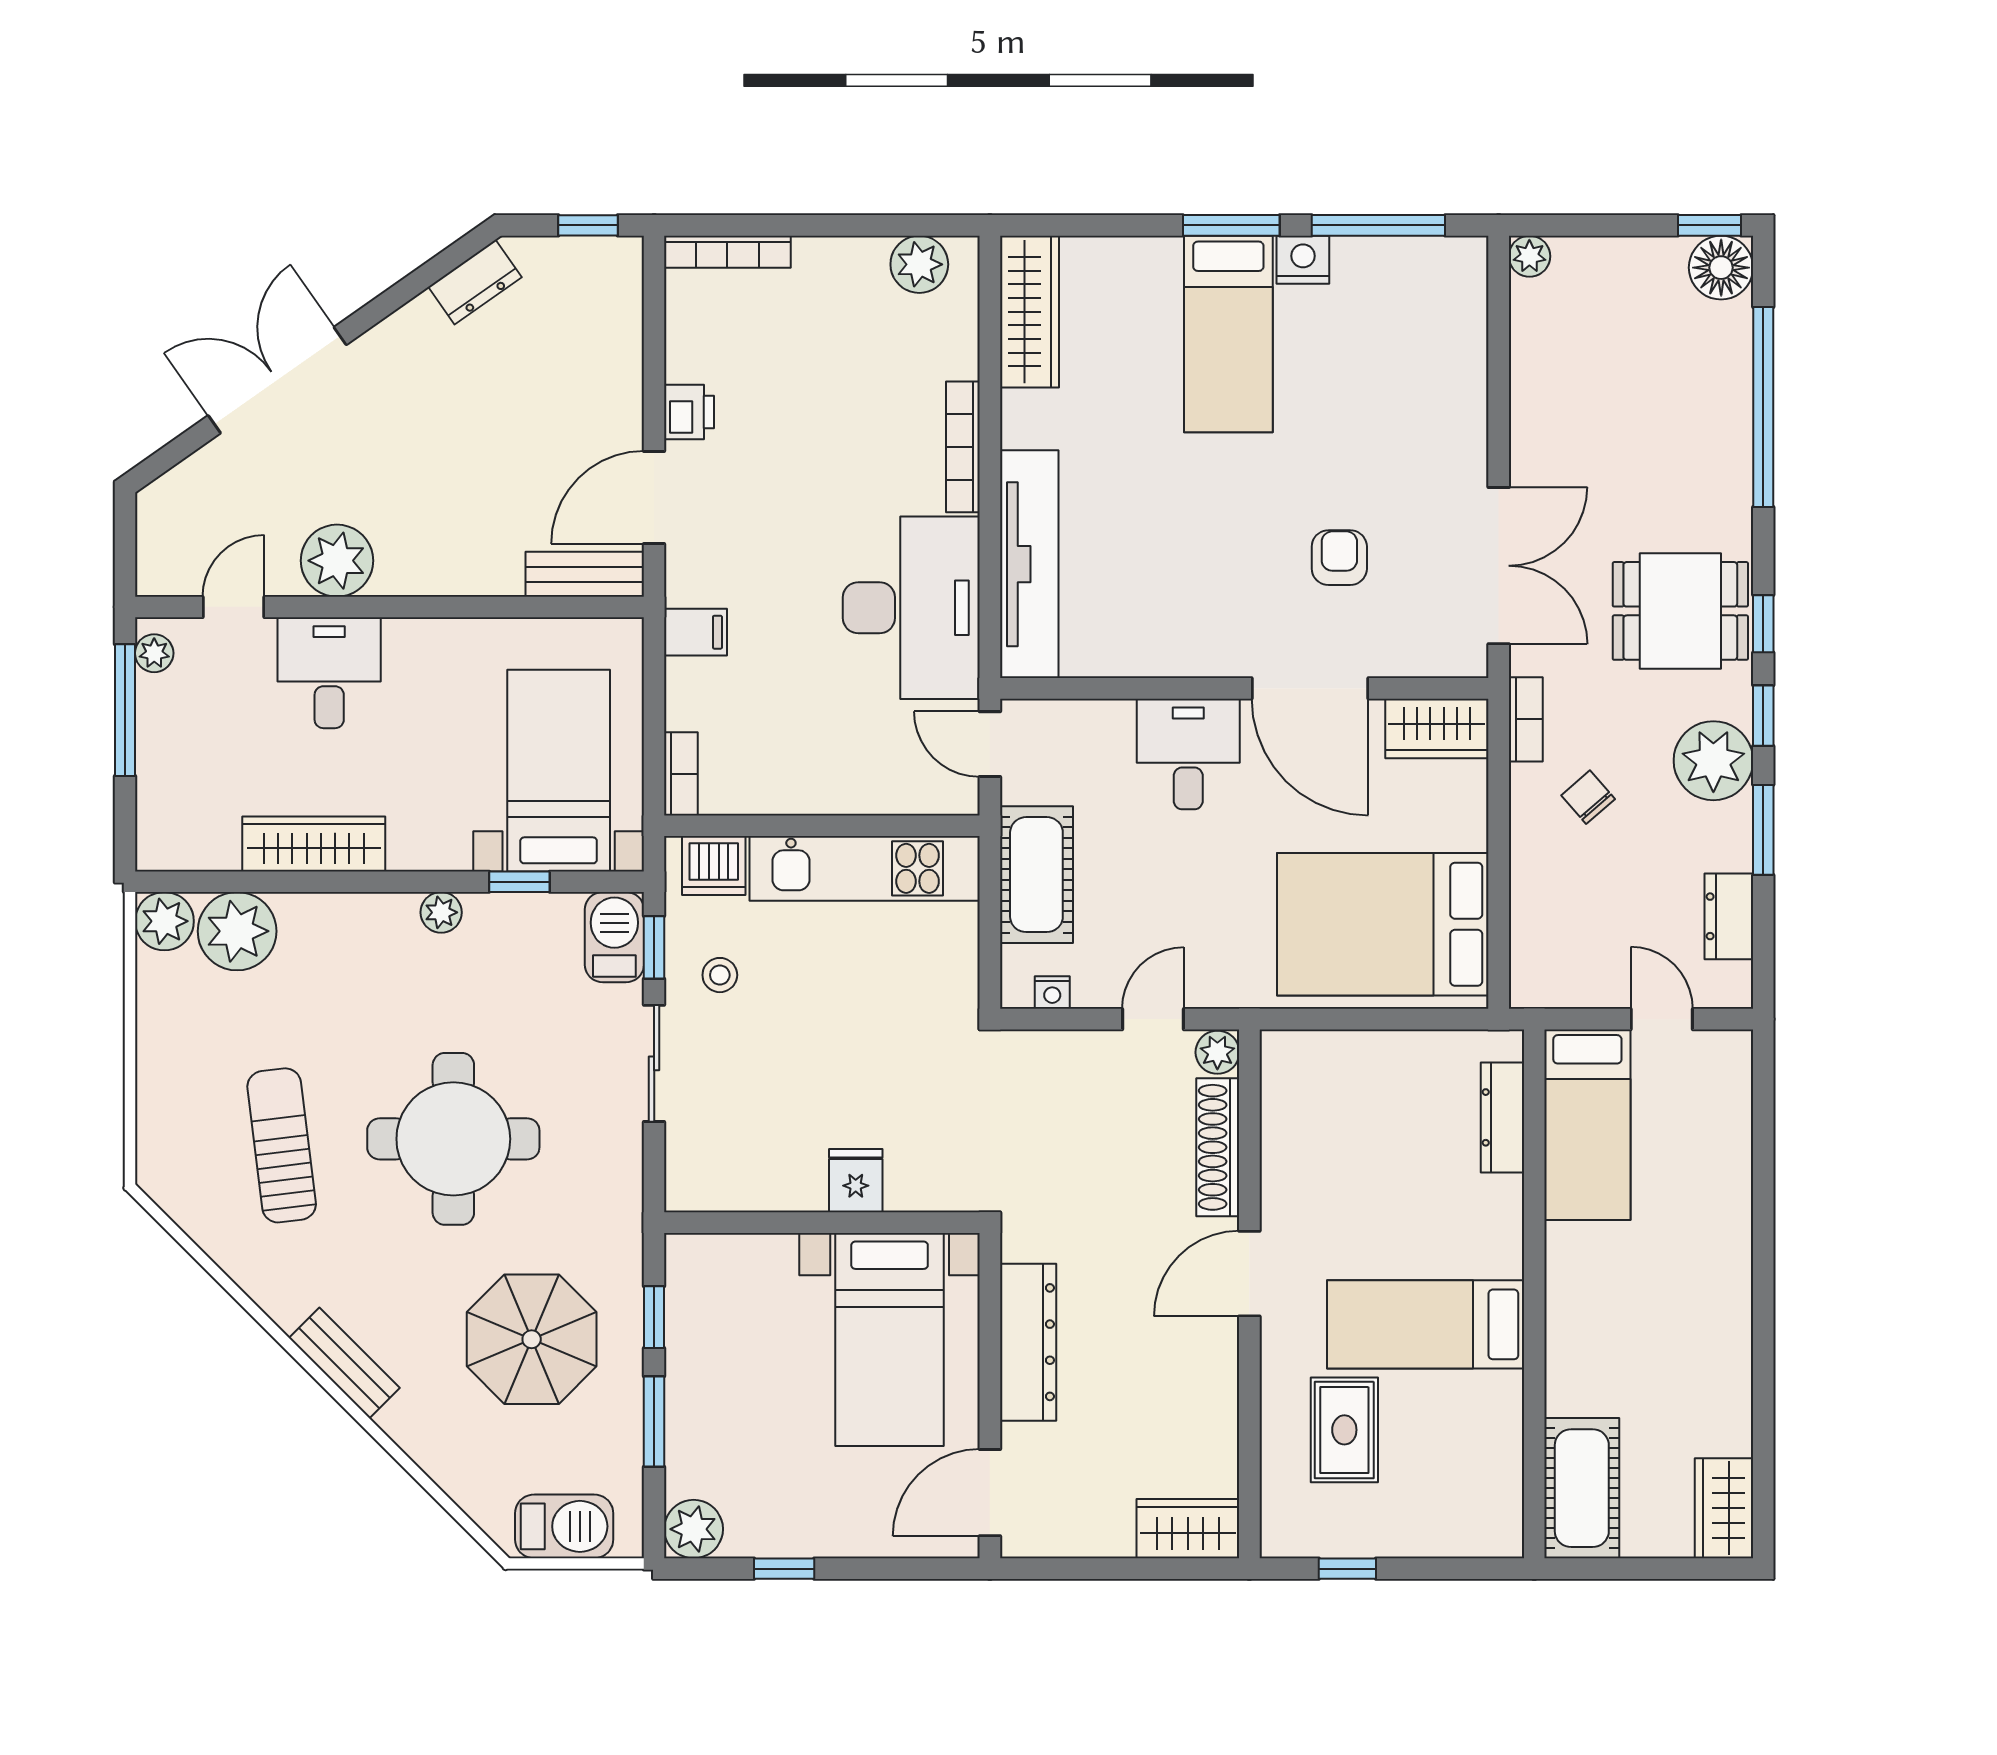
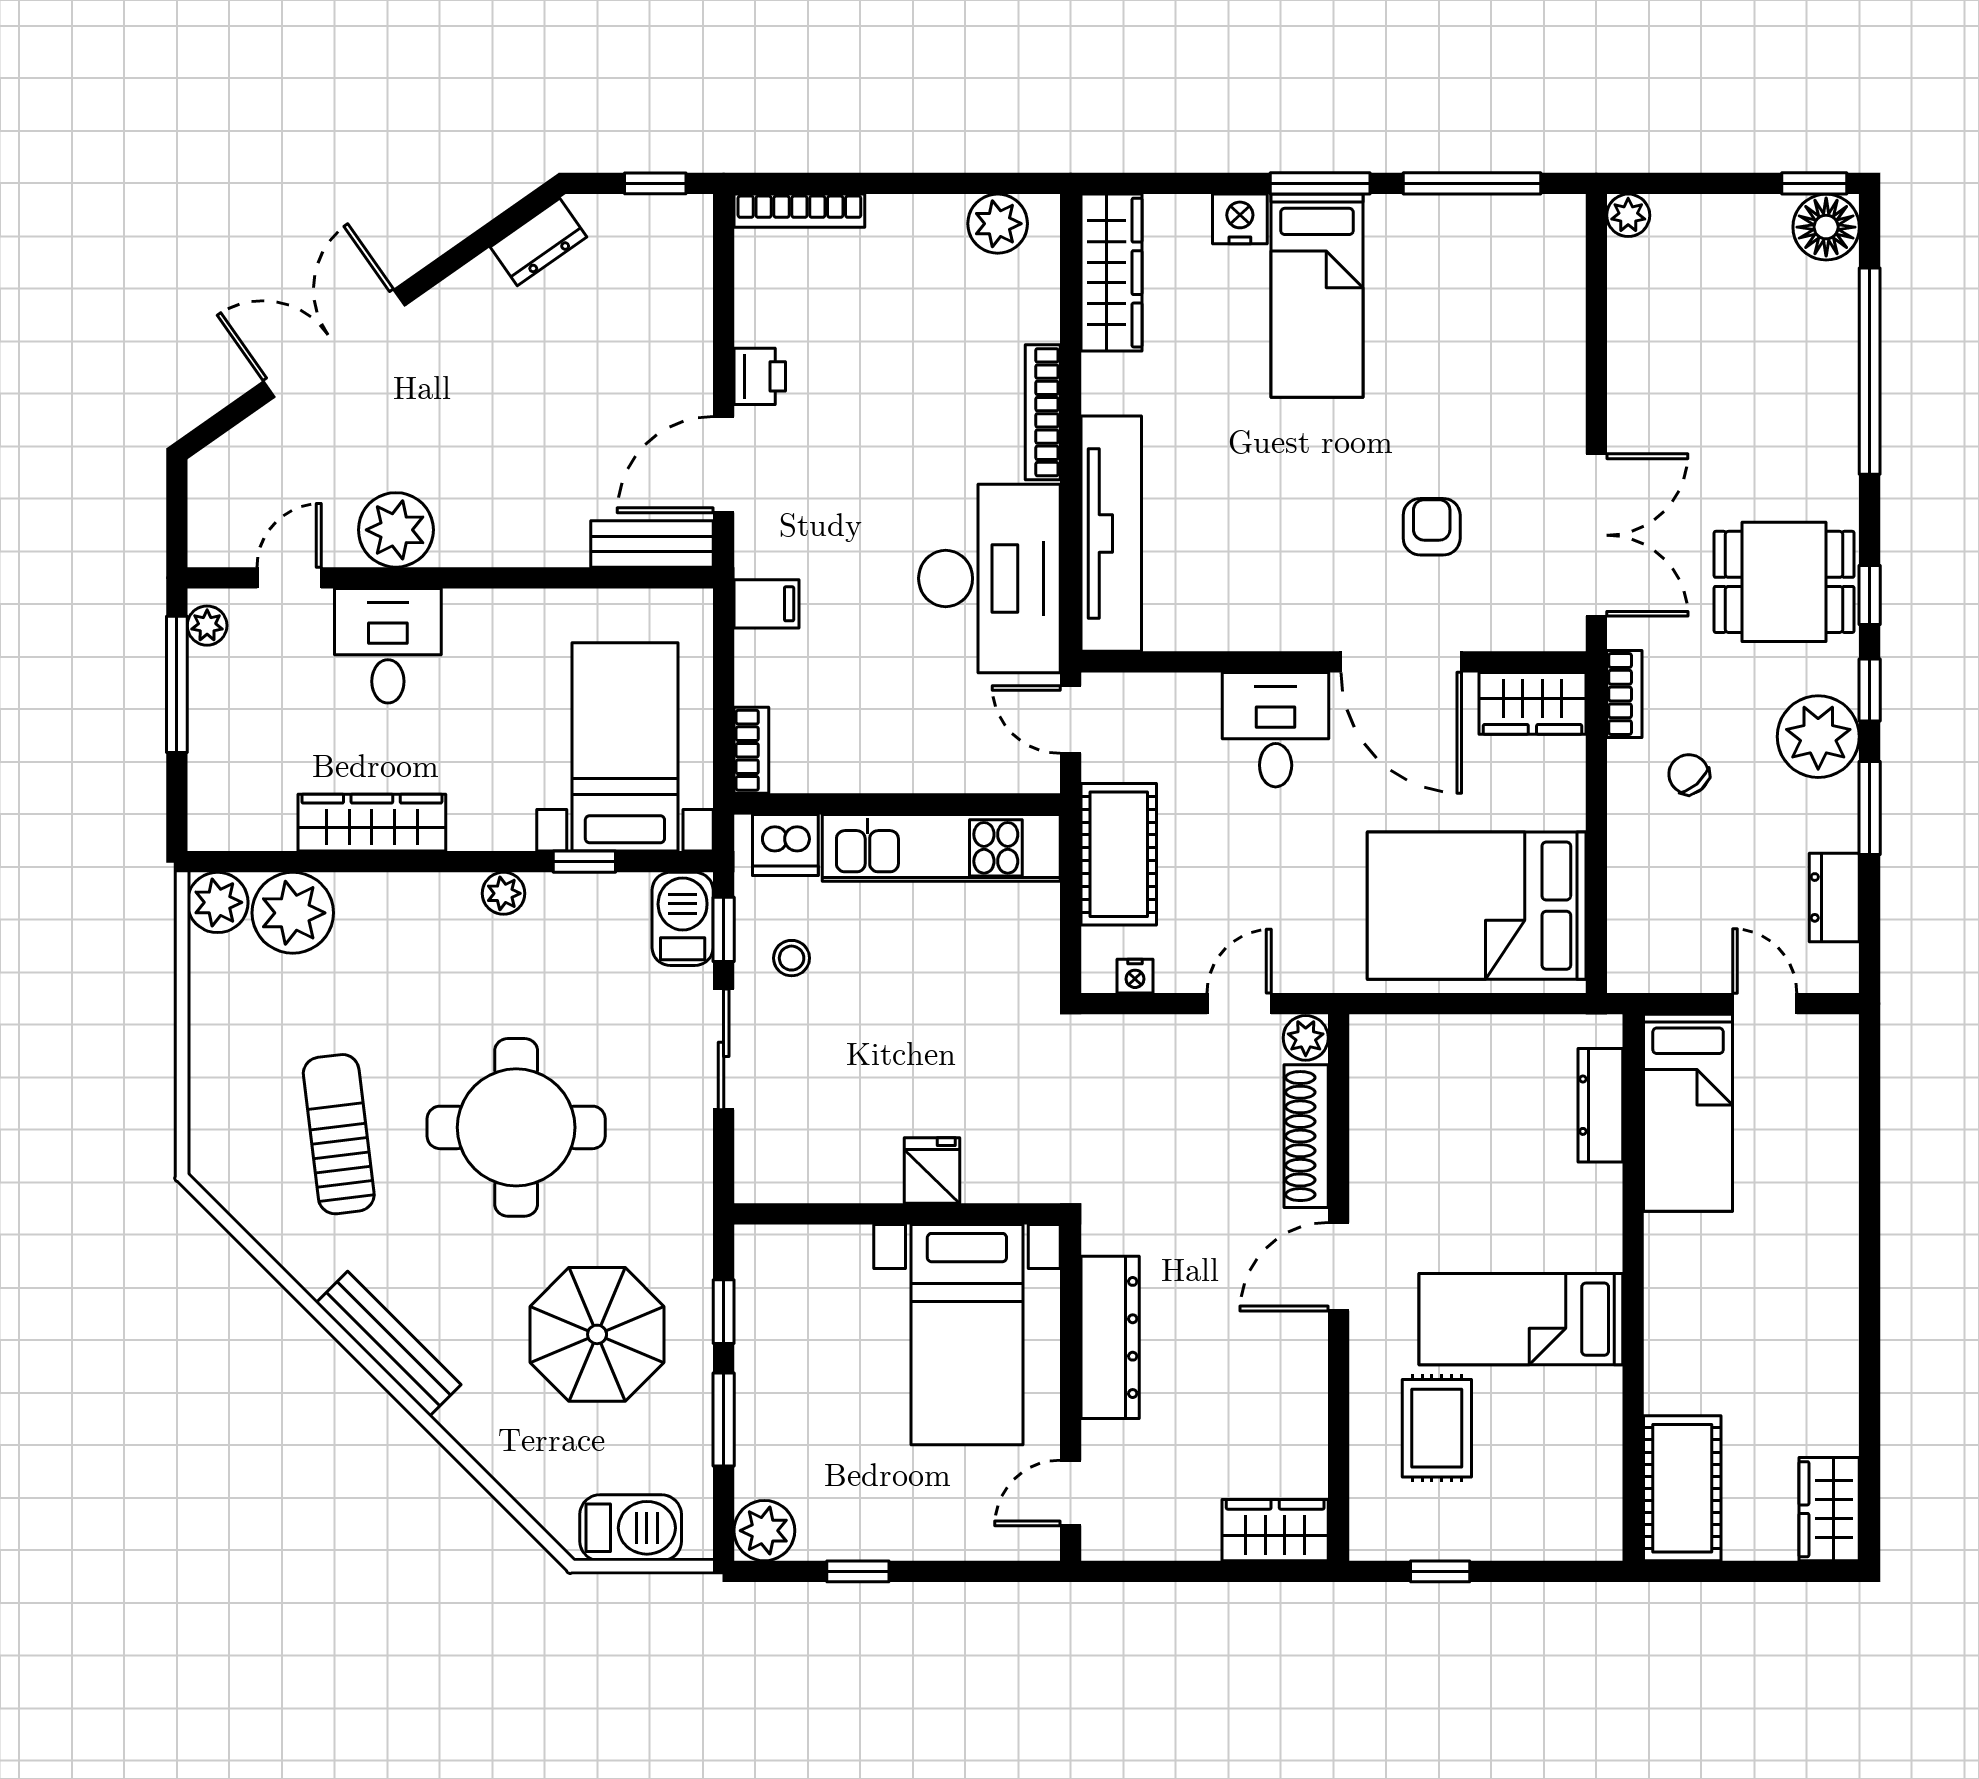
nightstand: (1303, 260) -> (1240, 219), moved
bench: (344, 1363) -> (388, 1344), width x1.36
door: (990, 1493) -> (1071, 1493), width x0.73

